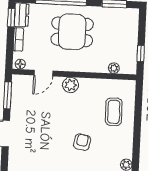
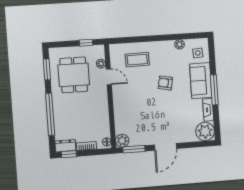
dining table: (72, 32) -> (74, 75), moved
door: (43, 73) -> (109, 77), moved
plant: (71, 85) -> (122, 141), moved

